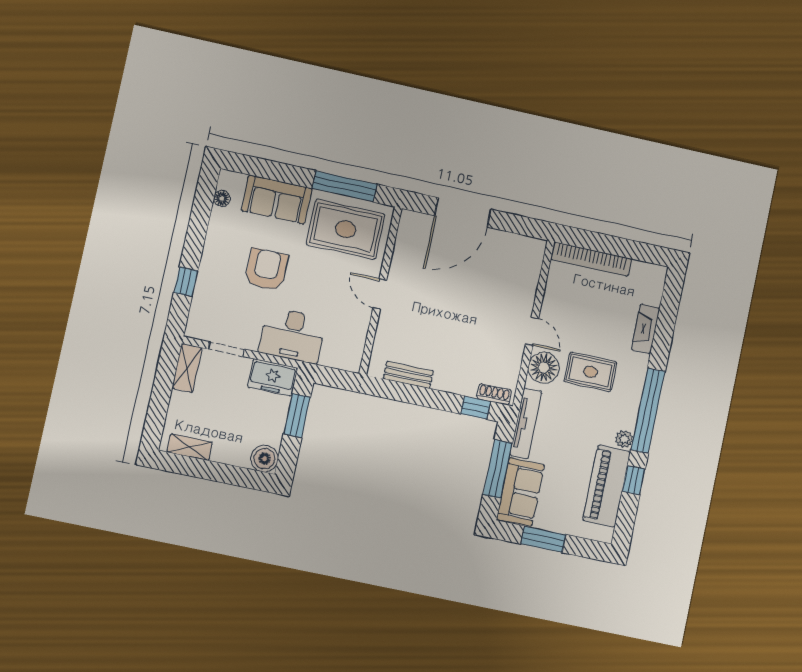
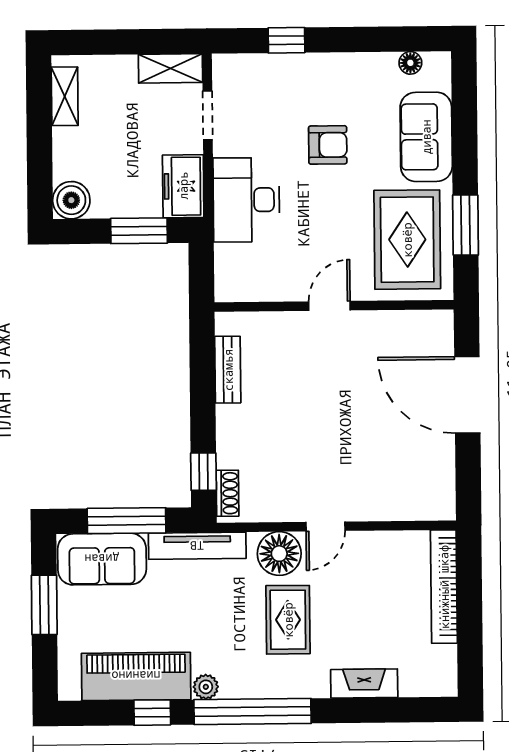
window: (345, 186) -> (466, 225), width x0.69
armchair: (267, 270) -> (328, 145), width x0.72, depth x0.72

